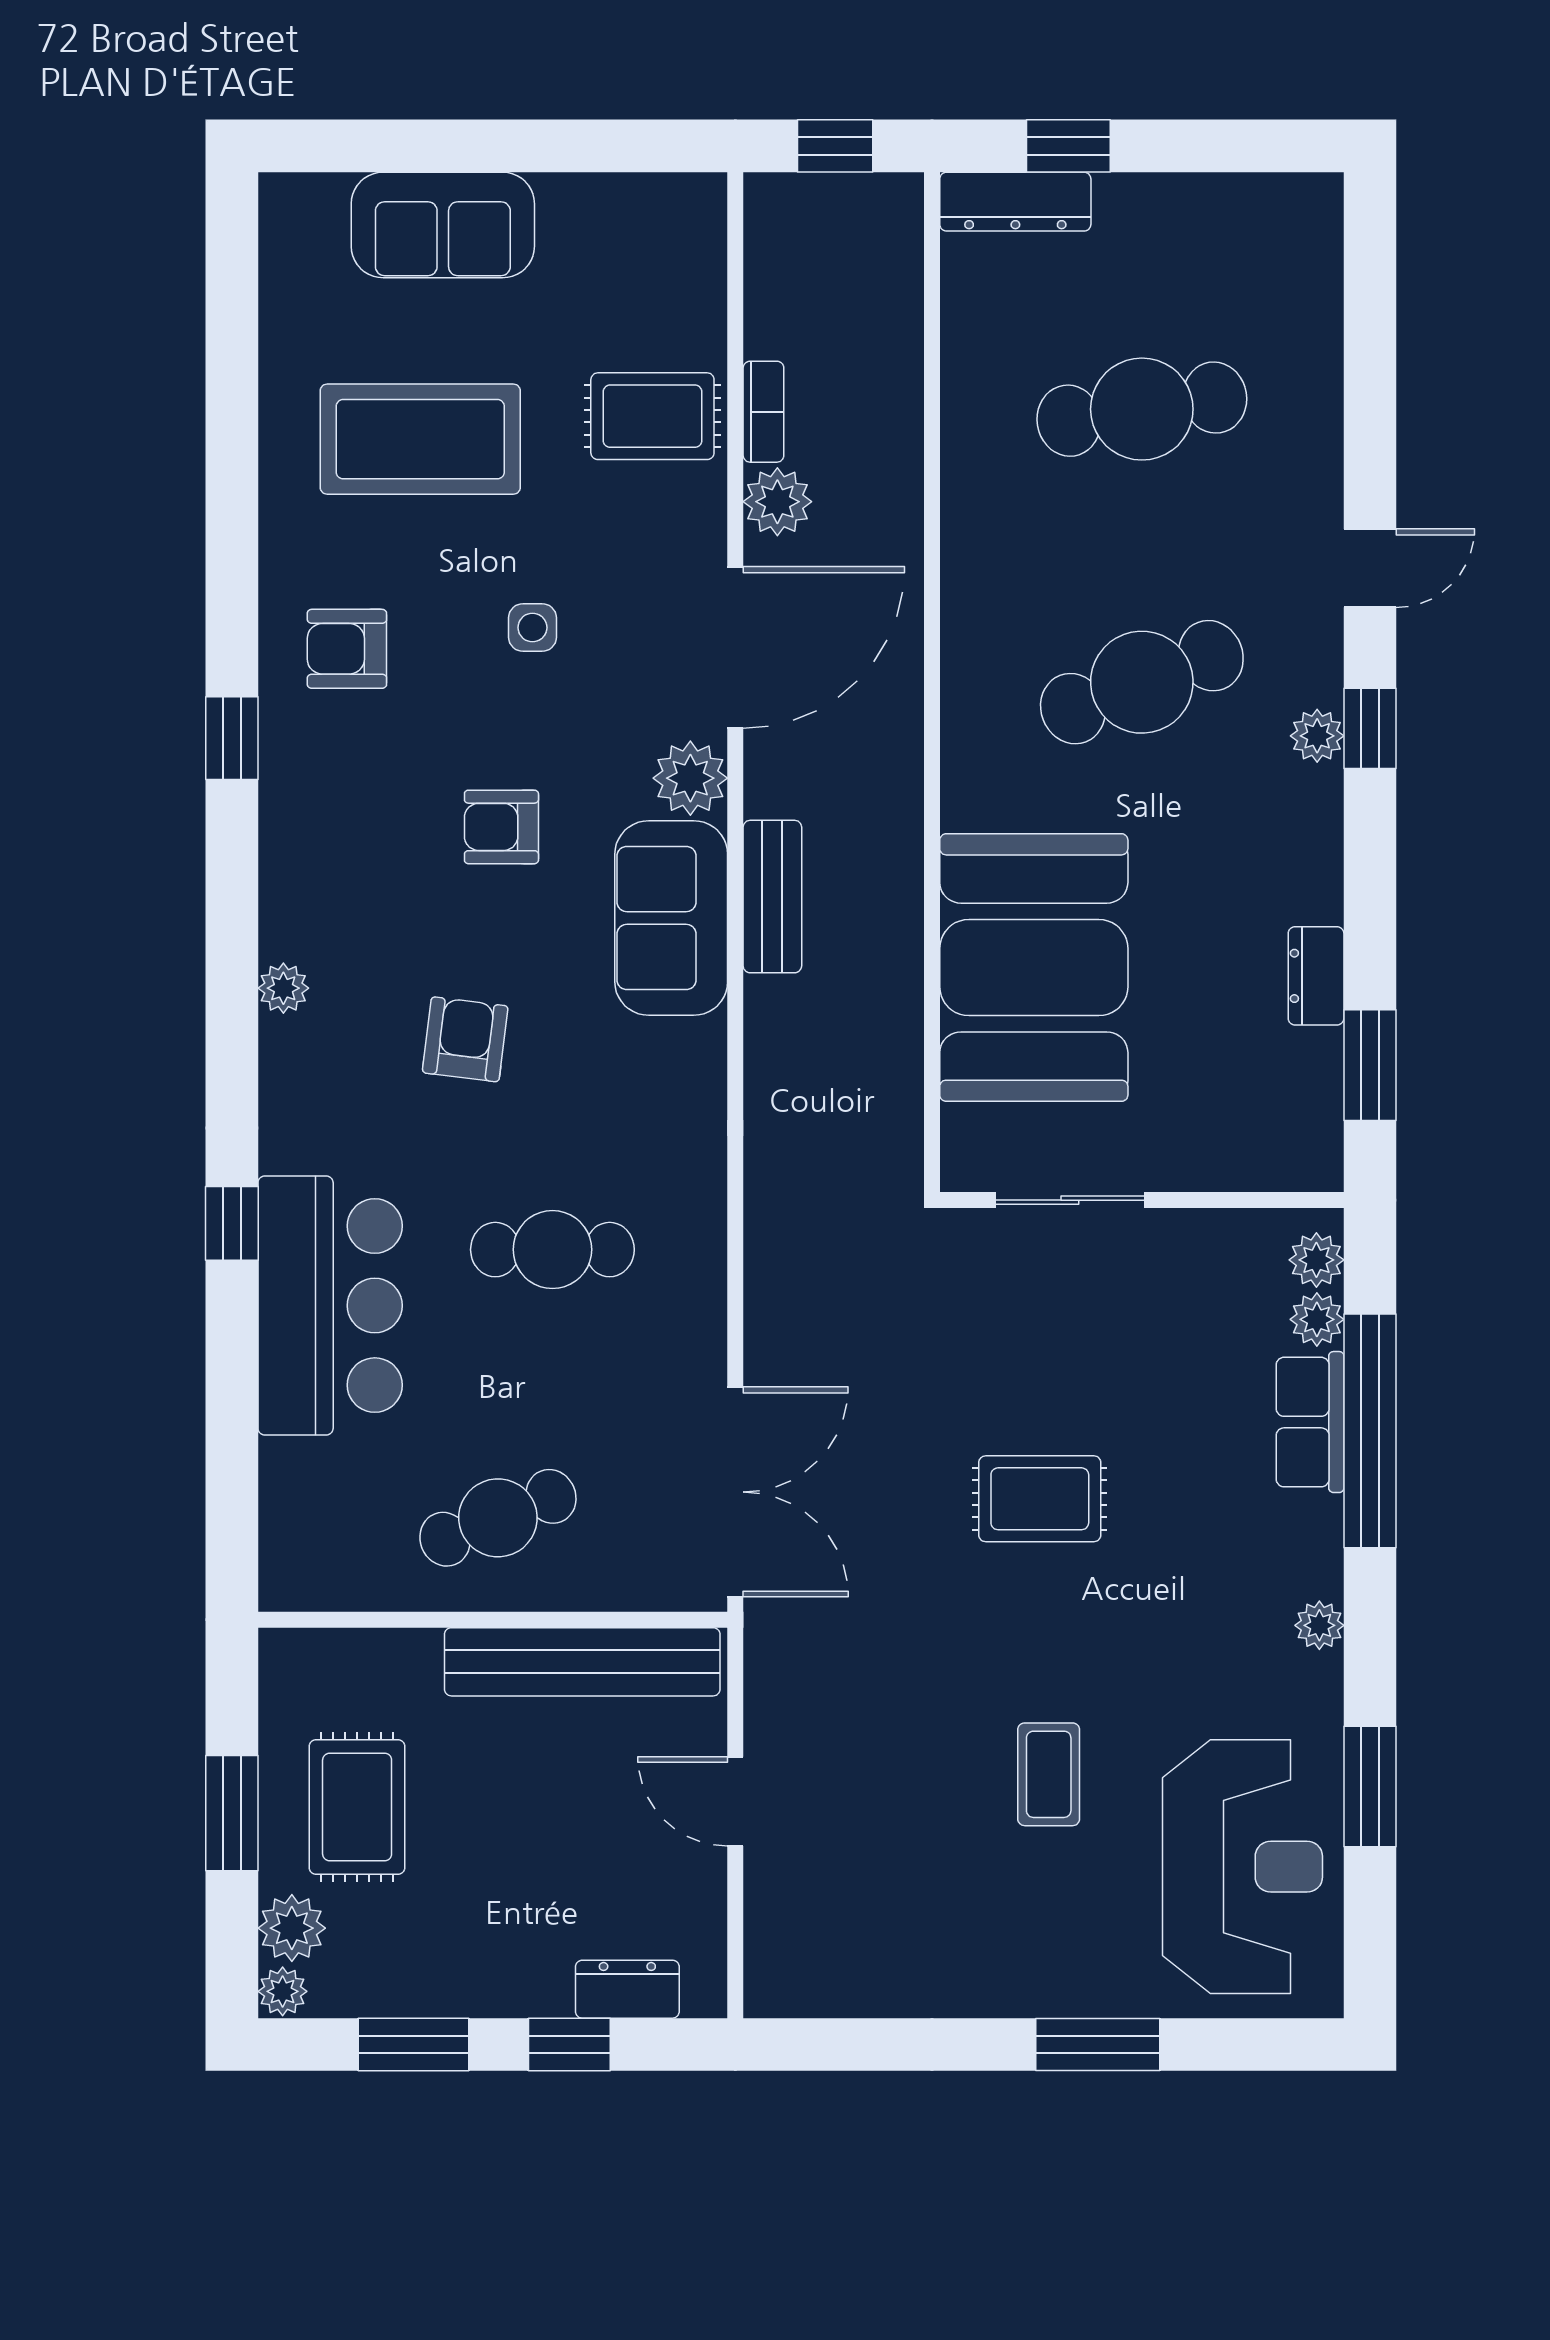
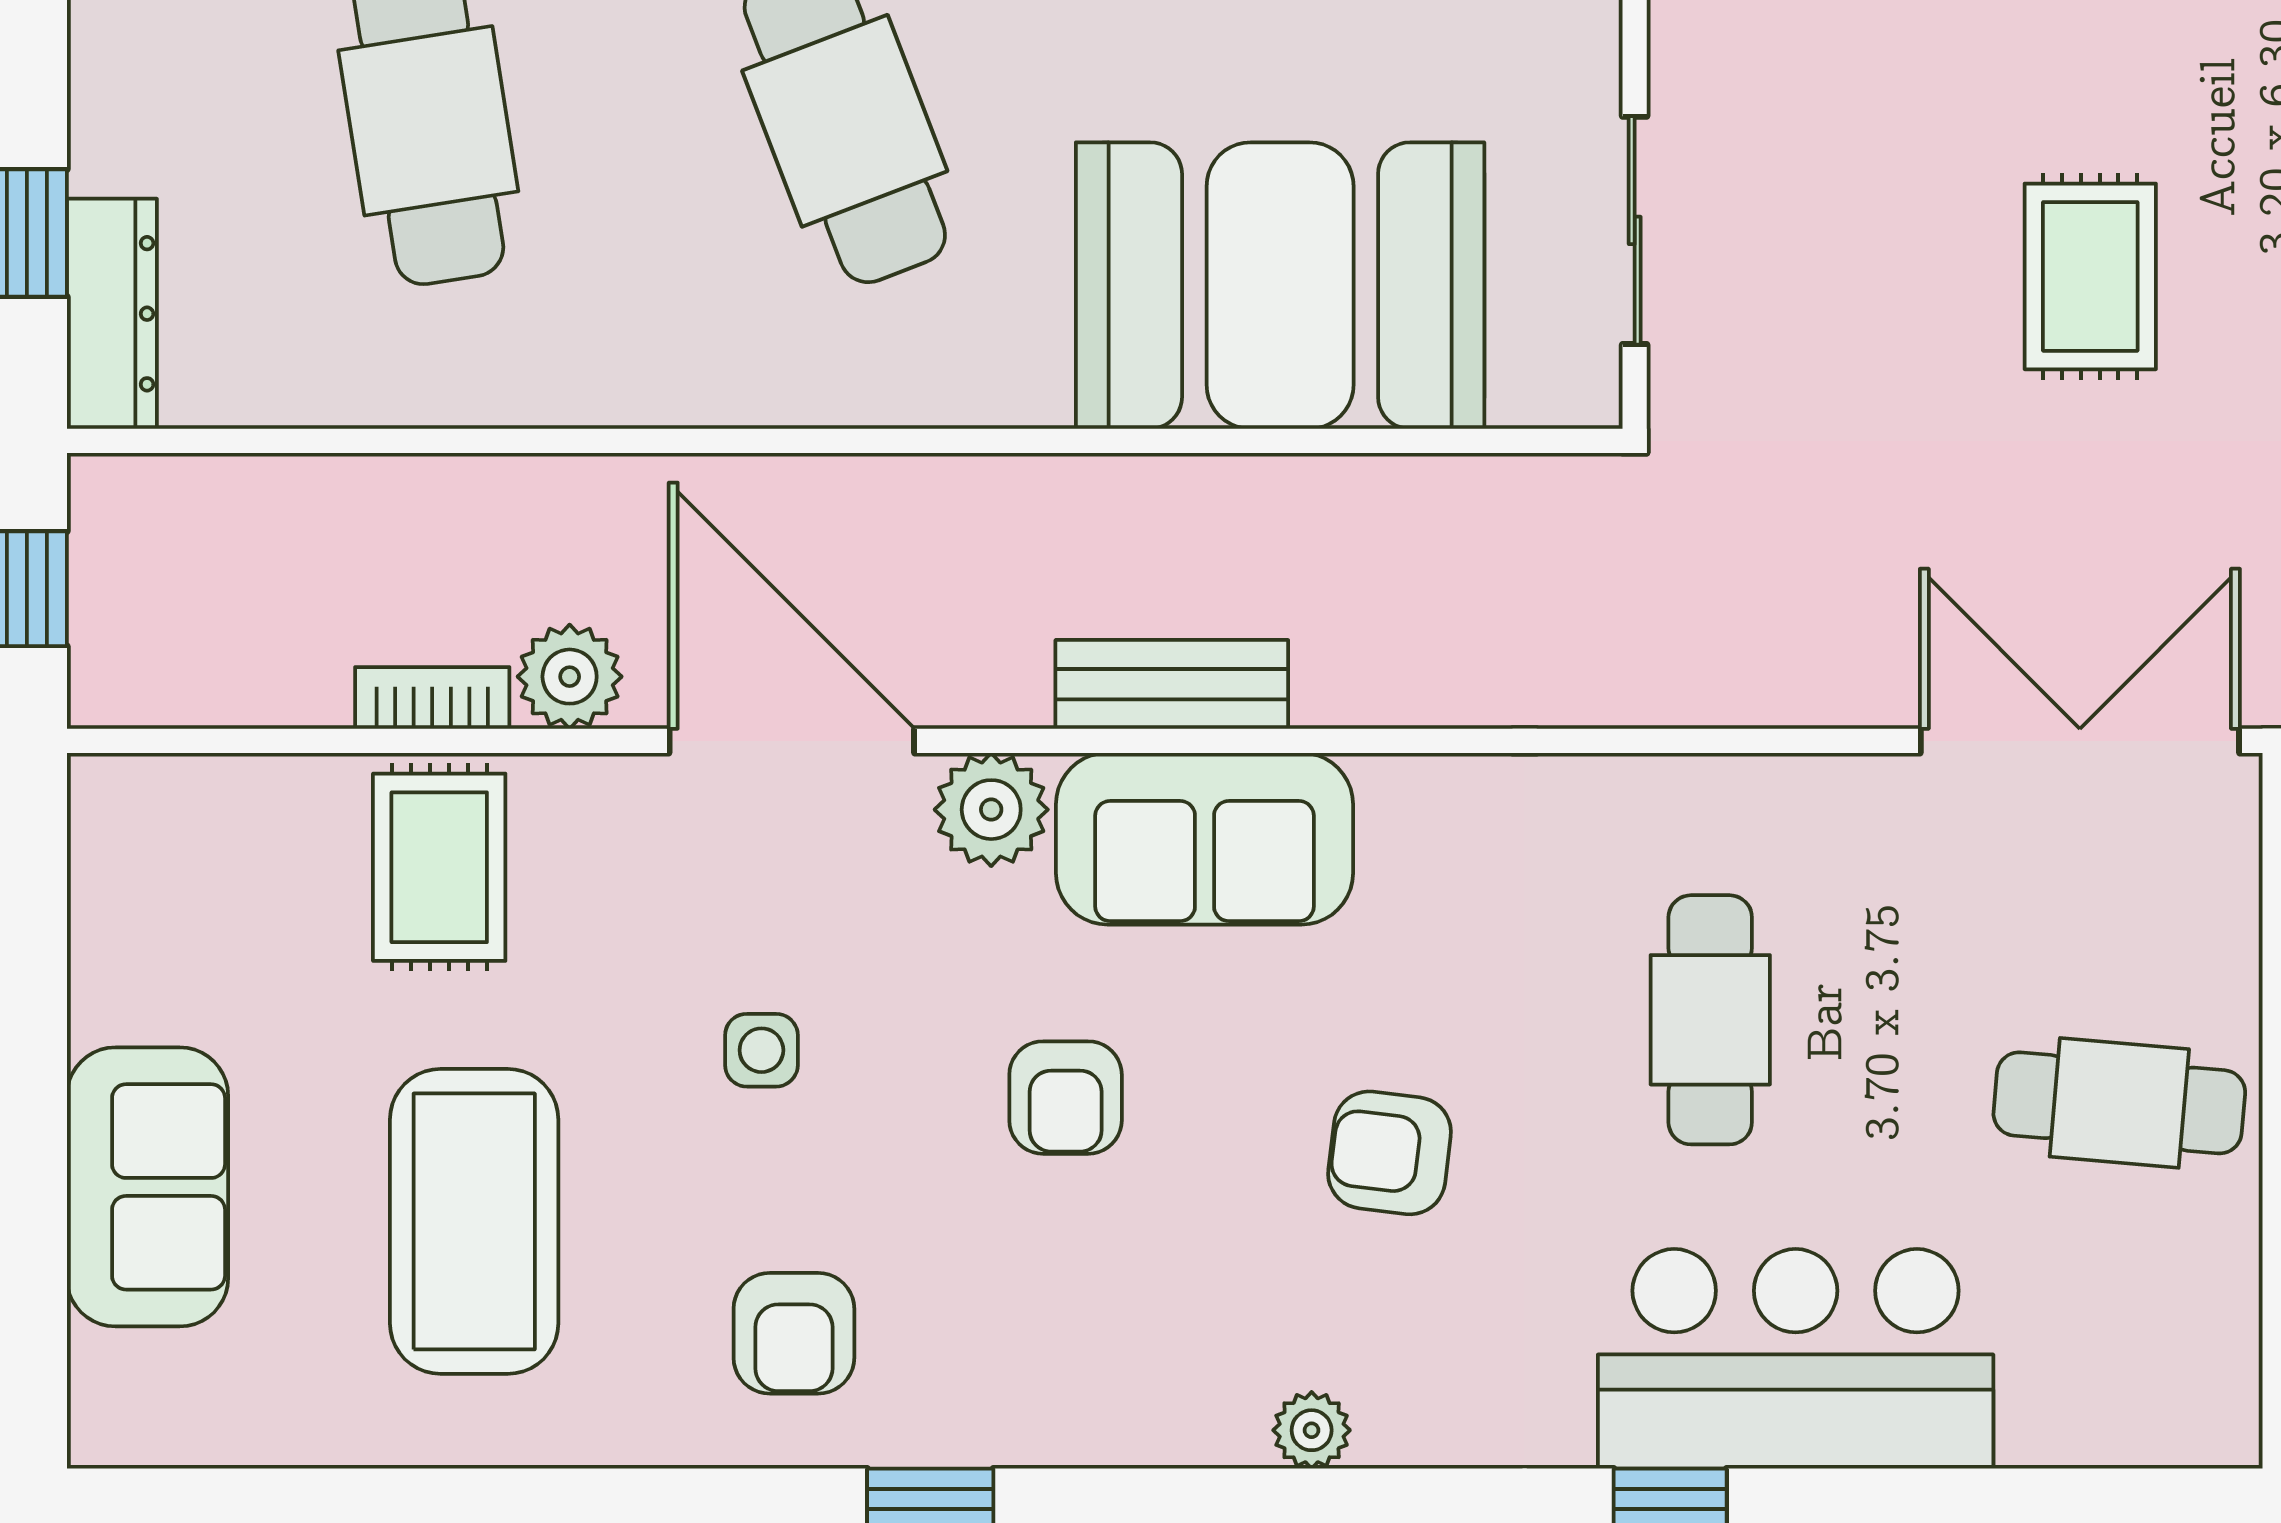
cafe table: (498, 1518) -> (2119, 1103), turned -63

